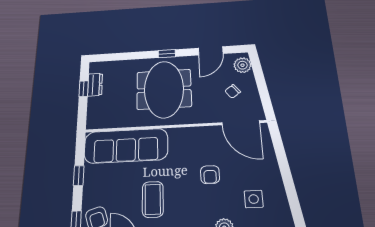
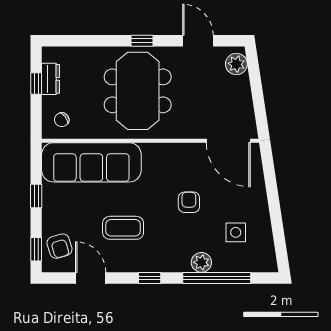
door: (211, 51) -> (198, 41), swing flipped
chair: (233, 91) -> (62, 120), moved
armchair: (210, 175) -> (189, 202), turned 180
coffee table: (153, 199) -> (123, 228), turned 90

